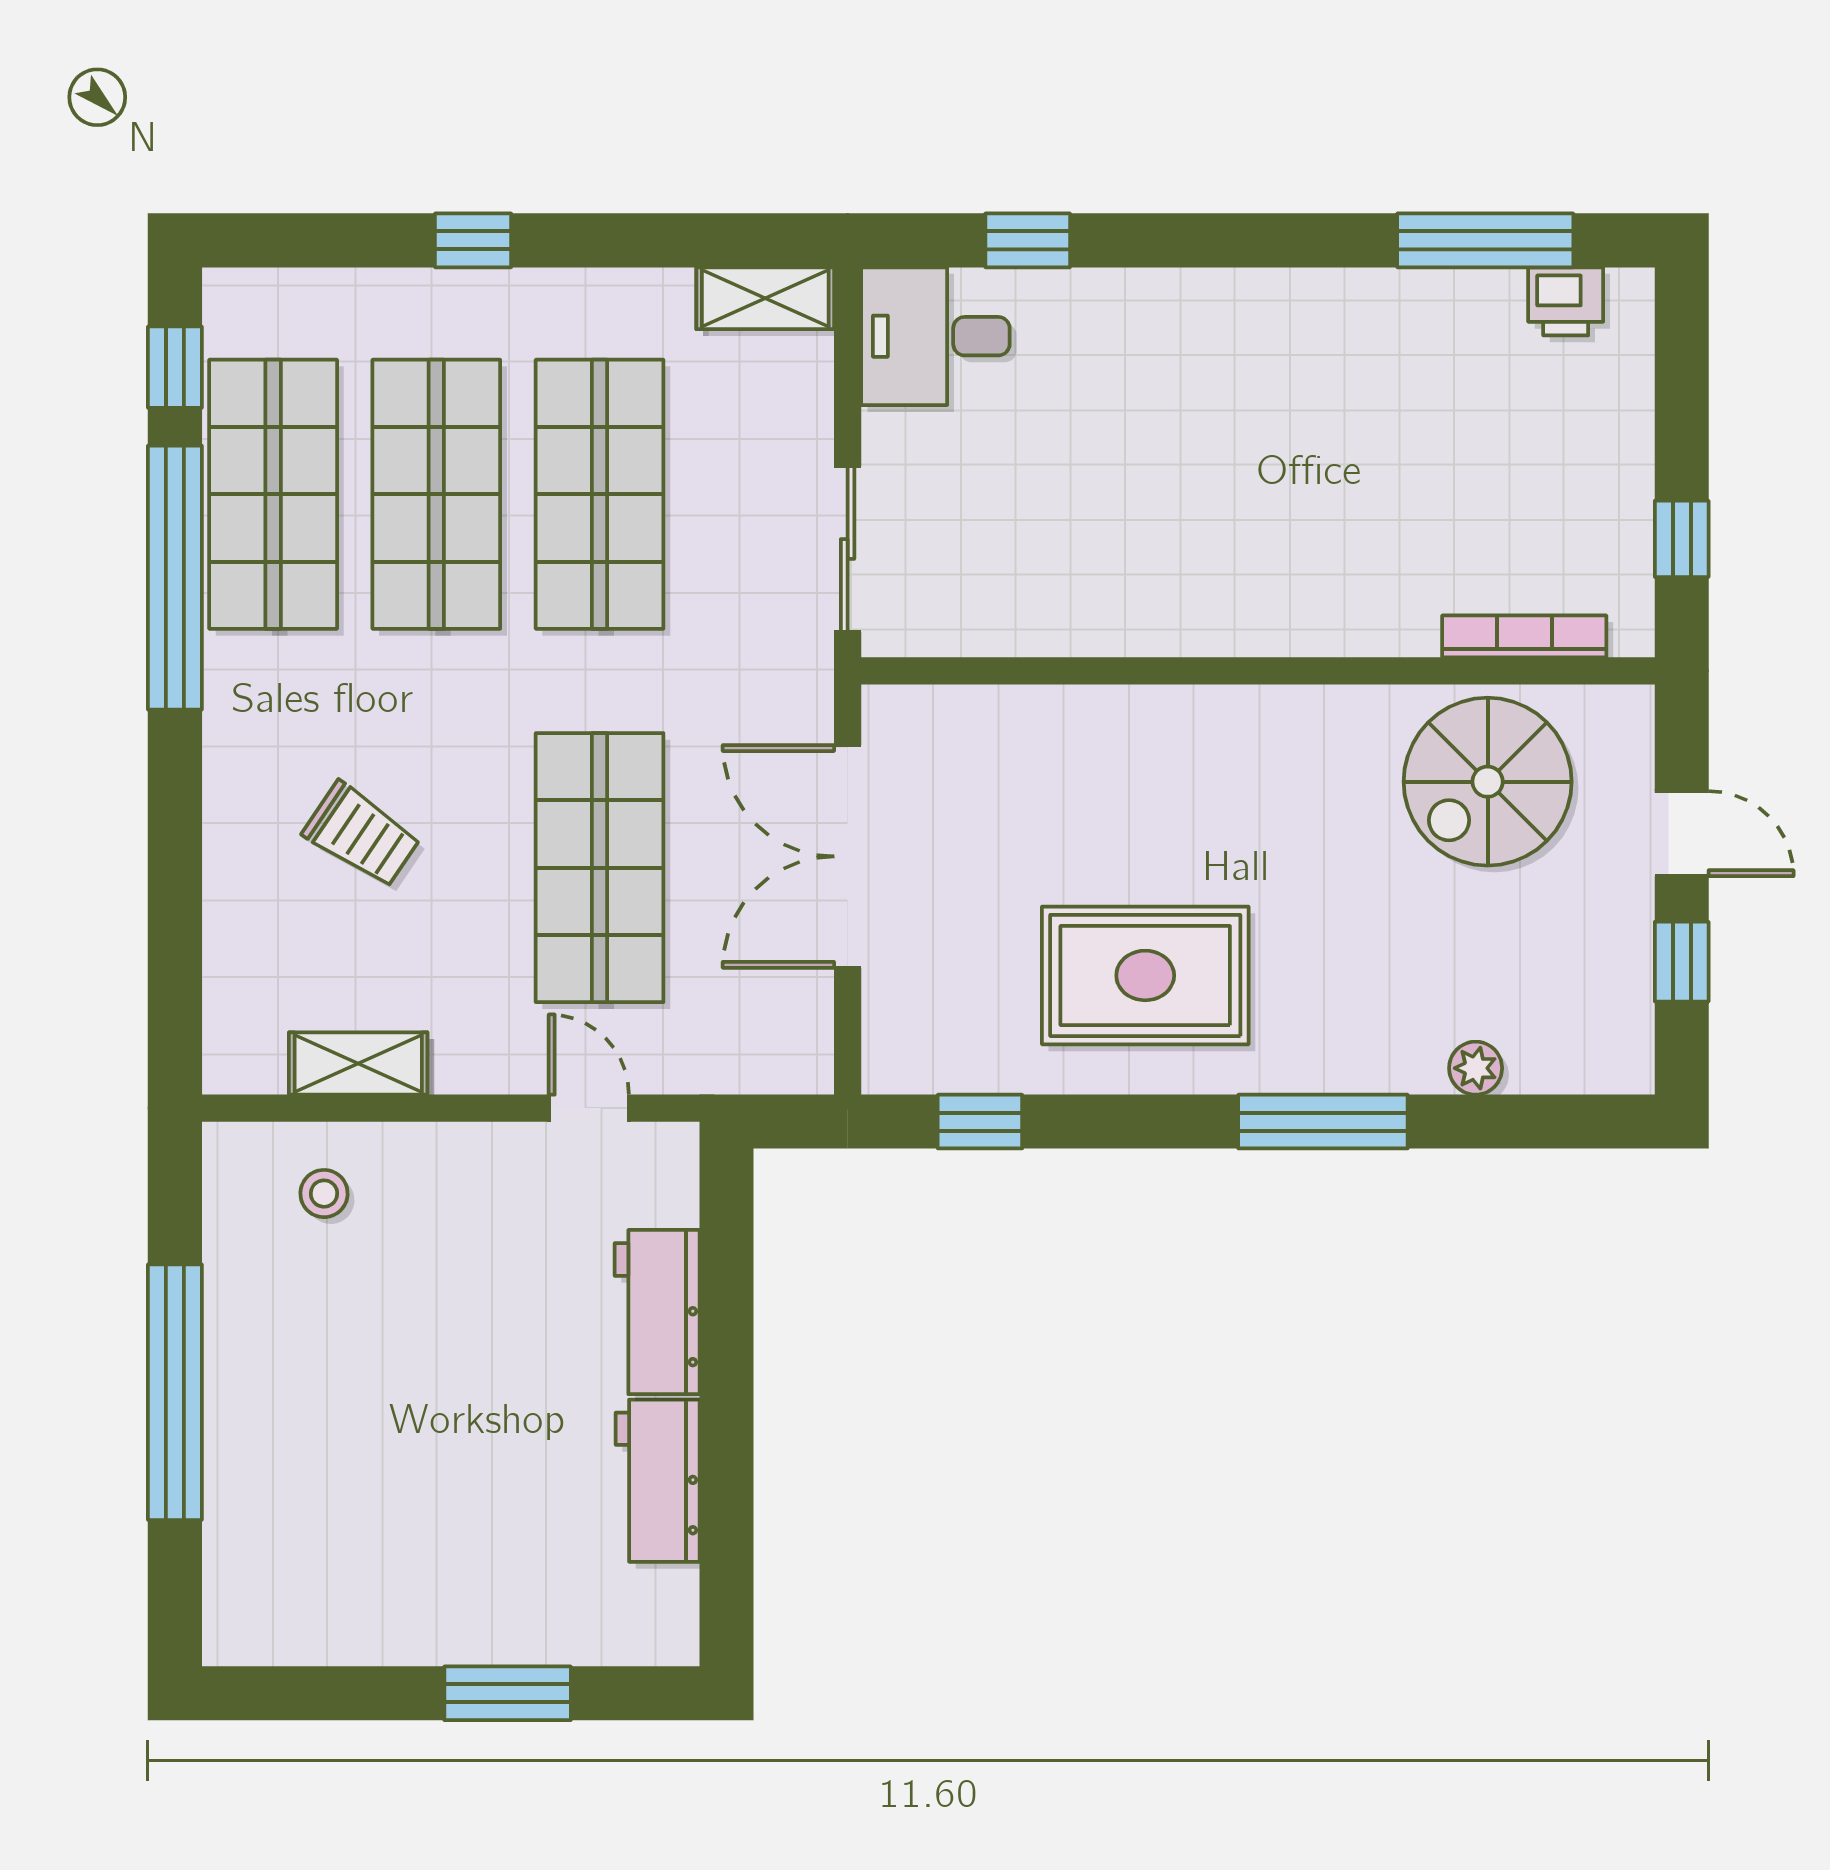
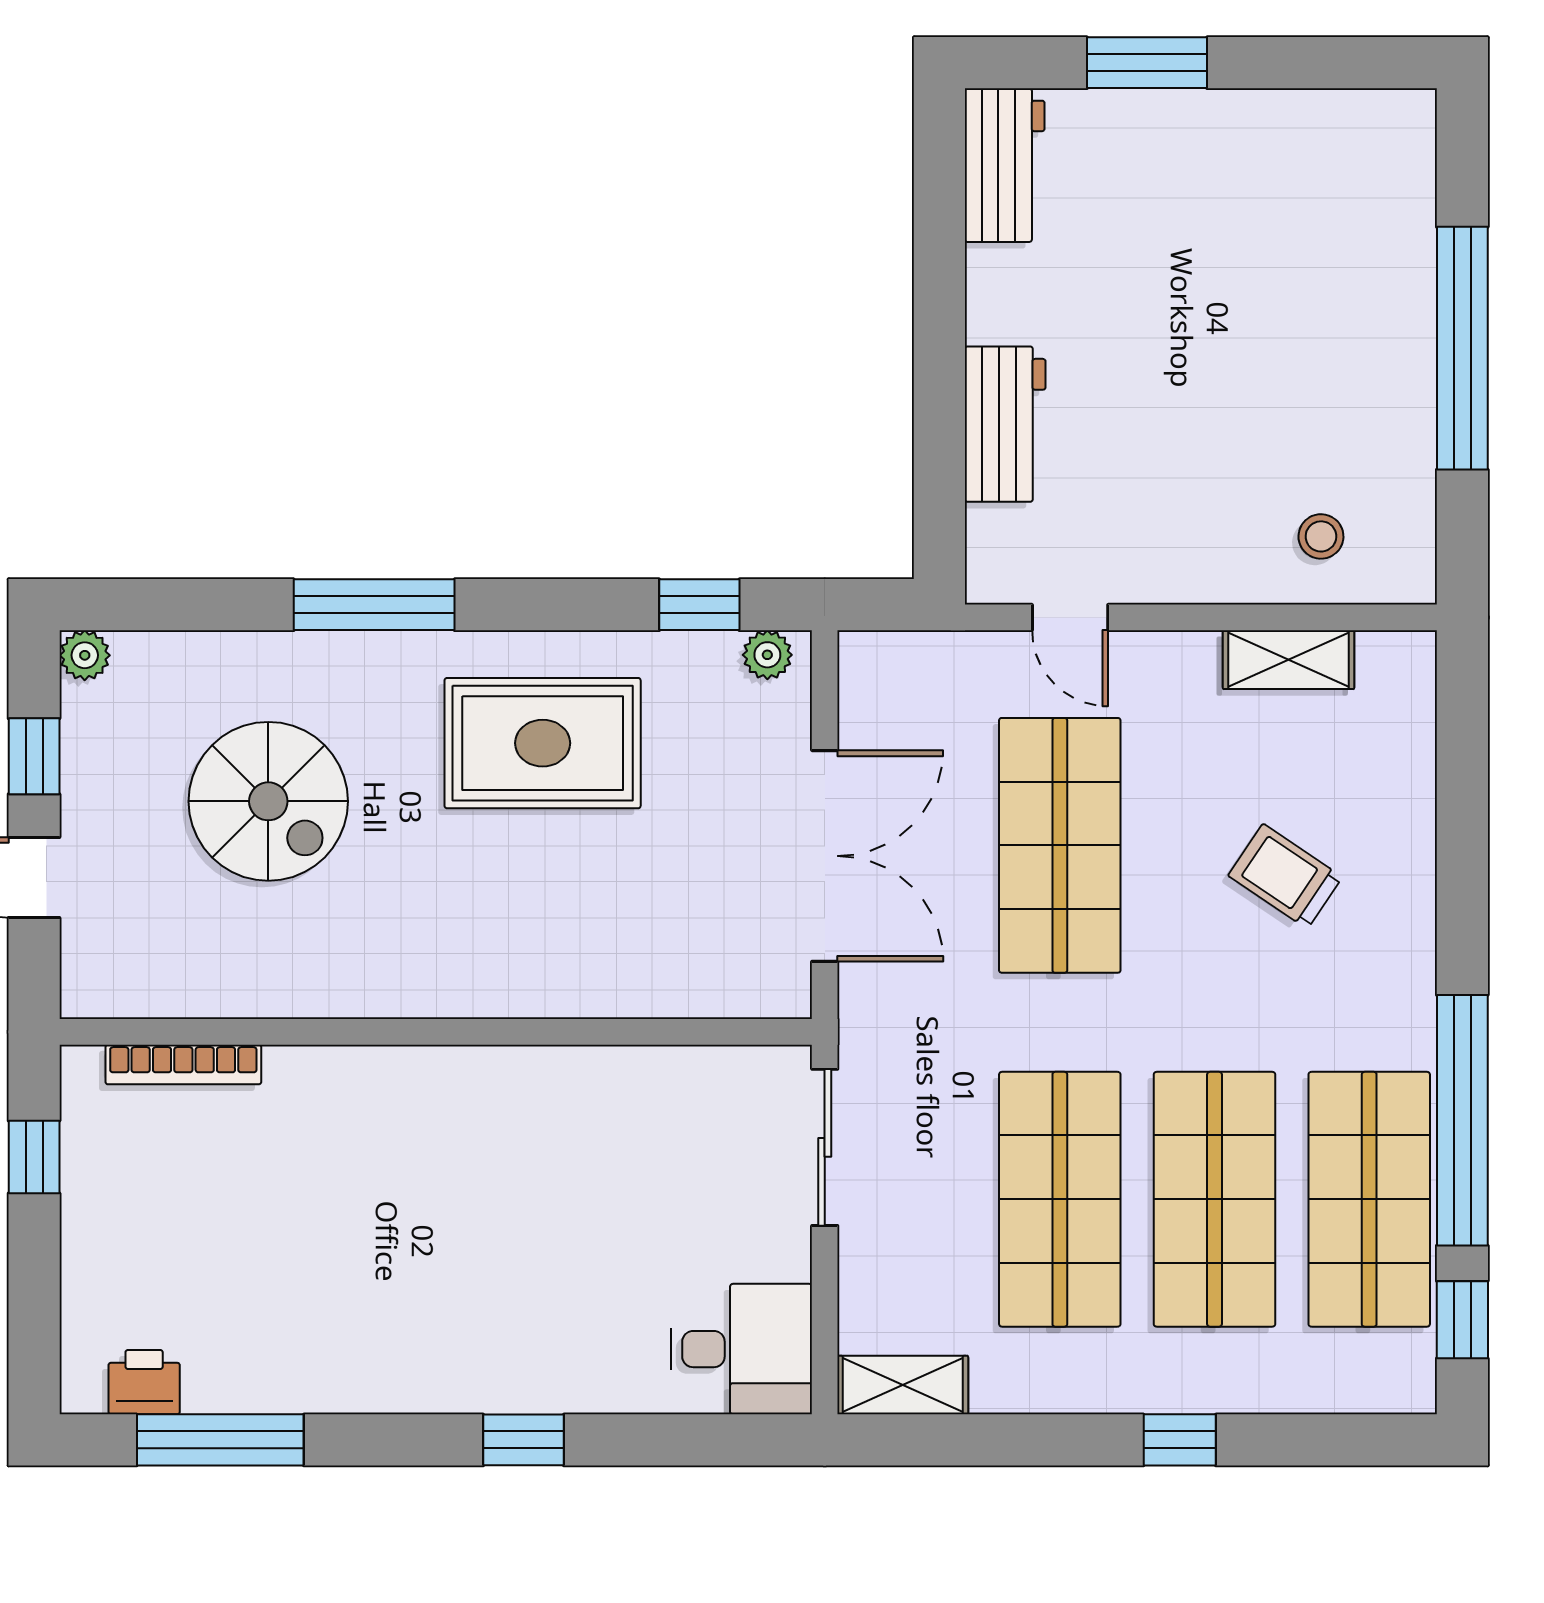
window: (1028, 240) -> (523, 1440), moved
spiral stairs: (1488, 782) -> (268, 801), moved, turned 90
plant: (1476, 1068) -> (85, 655), moved
plant: (908, 1069) -> (767, 655), added
workbench: (658, 1481) -> (1005, 165), moved

